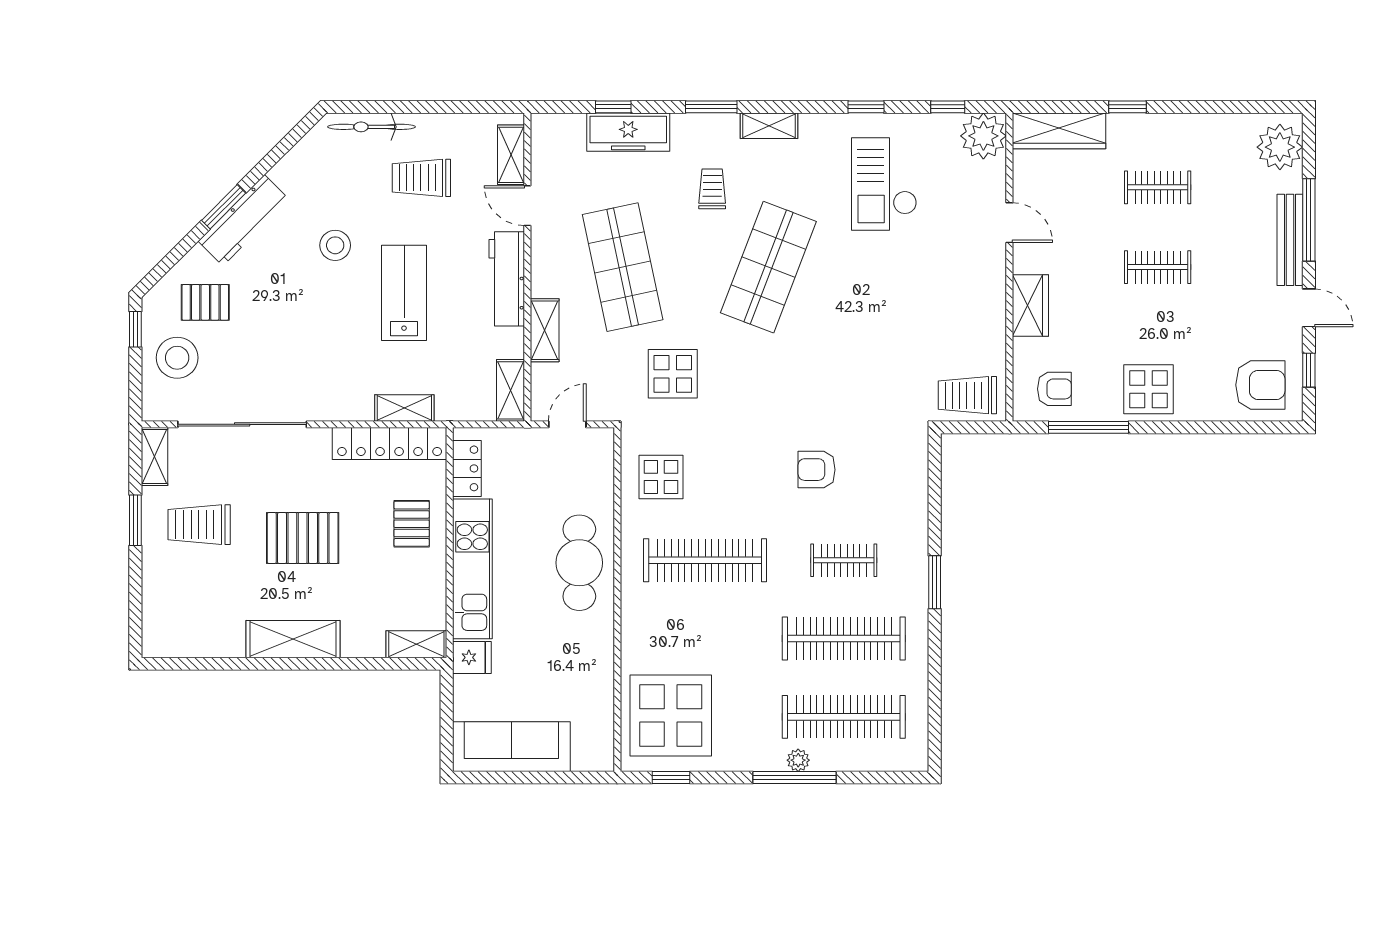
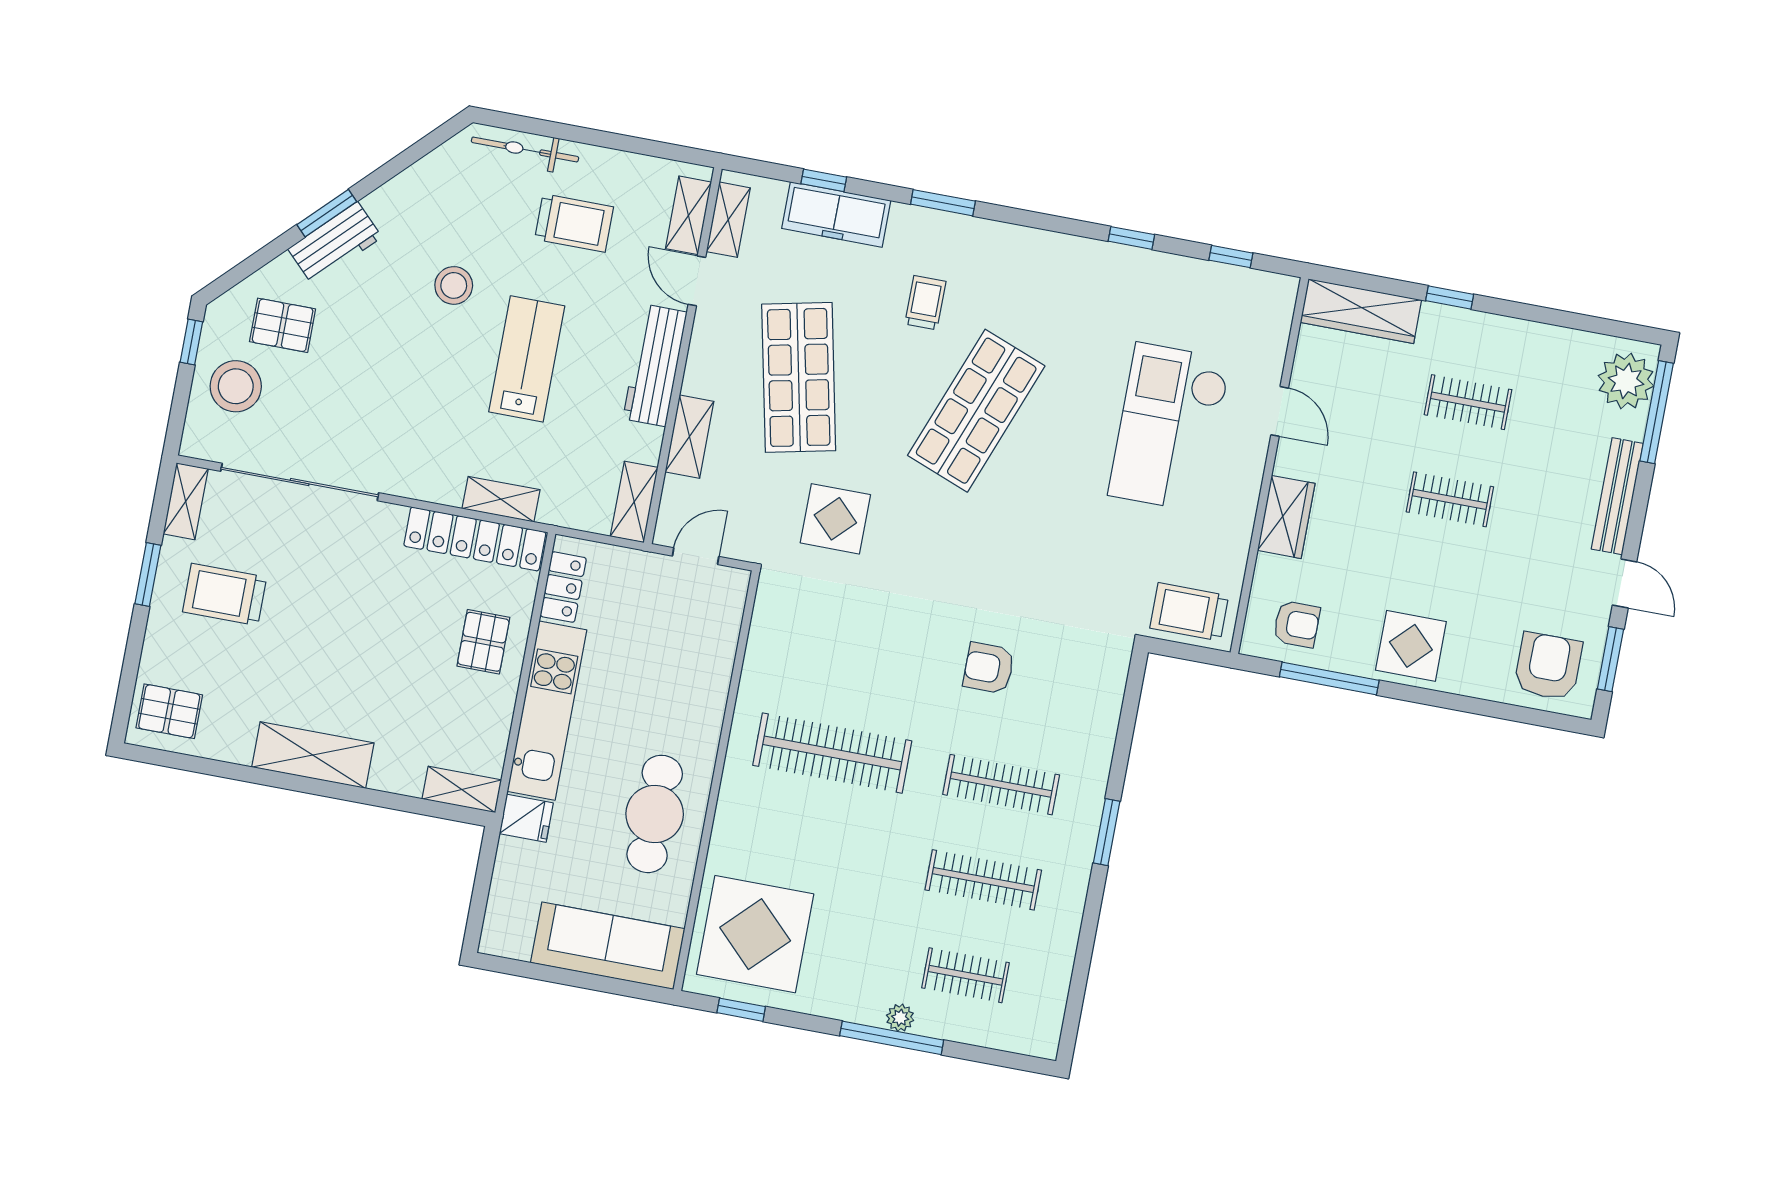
shelving: (769, 126) -> (728, 220), moved, turned 90
plant: (983, 136) -> (1268, 300), removed
trolley: (421, 178) -> (574, 223), turned 180
checkout: (884, 184) -> (1170, 427), moved, width x1.36, depth x1.21
workbench: (244, 220) -> (335, 243), width x0.73
window: (1309, 220) -> (1657, 412), moved
window: (1309, 370) -> (1610, 659), width x1.50
armchair: (1260, 385) -> (1548, 666), turned -90
display table: (661, 477) -> (798, 642), removed
pallet: (303, 538) -> (169, 711), moved, width x0.67, depth x0.71
clothes rail: (844, 560) -> (1001, 785), width x1.36
cafe table: (579, 563) -> (655, 814), moved
clothes rail: (844, 639) -> (983, 880), width x0.73, depth x0.76
clothes rail: (844, 717) -> (965, 975), width x0.54, depth x0.76
sofa: (511, 747) -> (608, 946), moved

